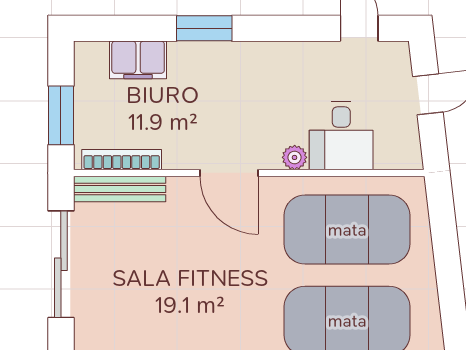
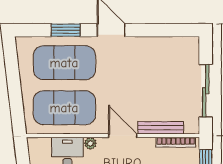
bench: (120, 189) -> (161, 128), moved

